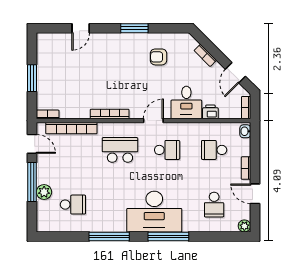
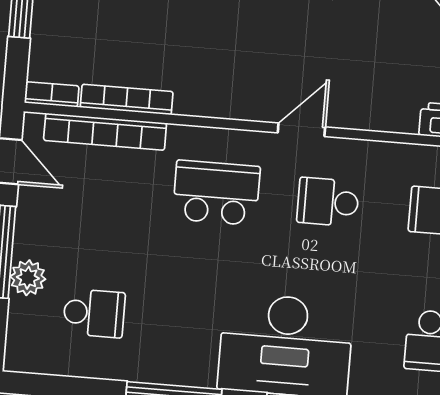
desk: (186, 103) -> (383, 93), removed
bookcase: (110, 114) -> (127, 99), moved
school desk: (167, 150) -> (328, 202), turned 180

